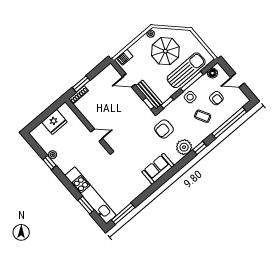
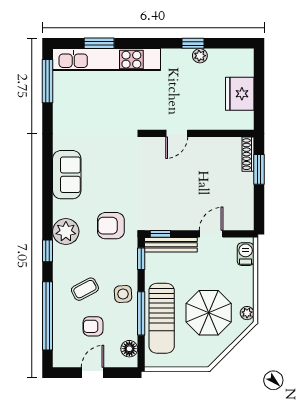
armchair: (164, 129) -> (111, 226), turned -90

